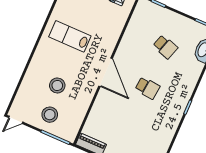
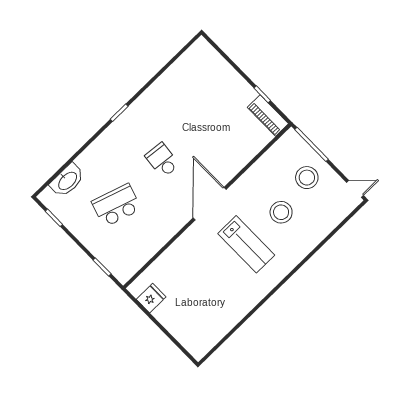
lab bench: (70, 36) -> (246, 244), moved
school desk: (165, 47) -> (116, 205), width x1.85

